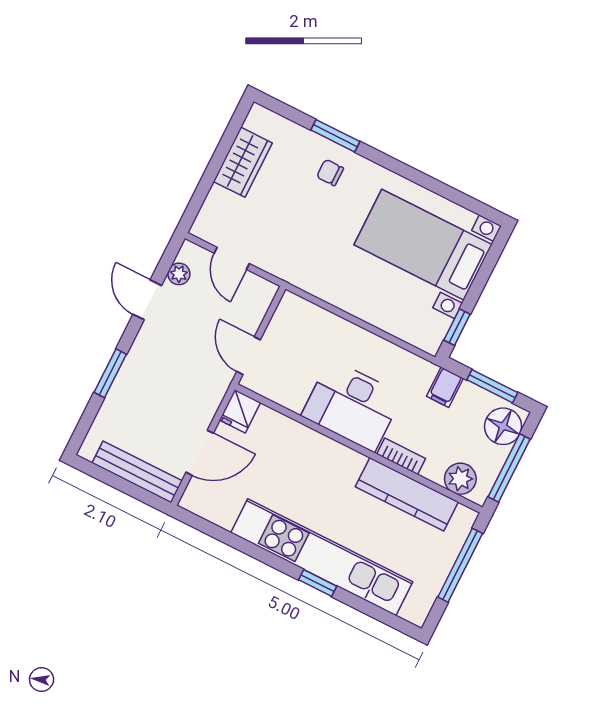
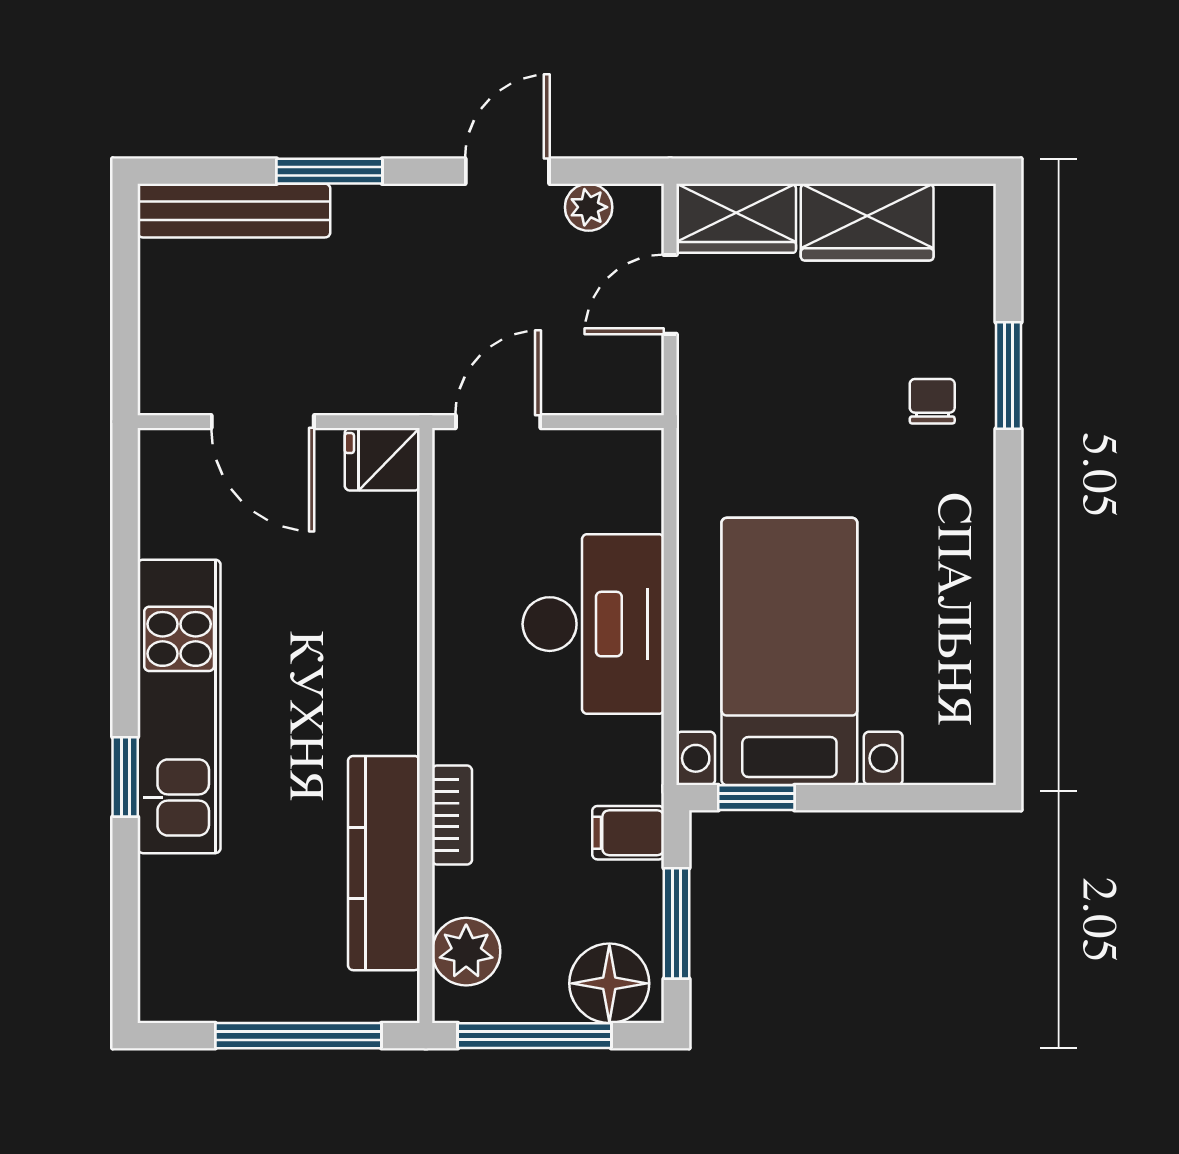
wardrobe: (214, 215) -> (736, 218), added
bed with nightstands: (423, 245) -> (789, 651), moved
desk: (352, 405) -> (593, 624), moved, turned 180
bench: (137, 472) -> (234, 211), moved, turned 90
kitchen unit: (322, 557) -> (179, 706), width x0.73

